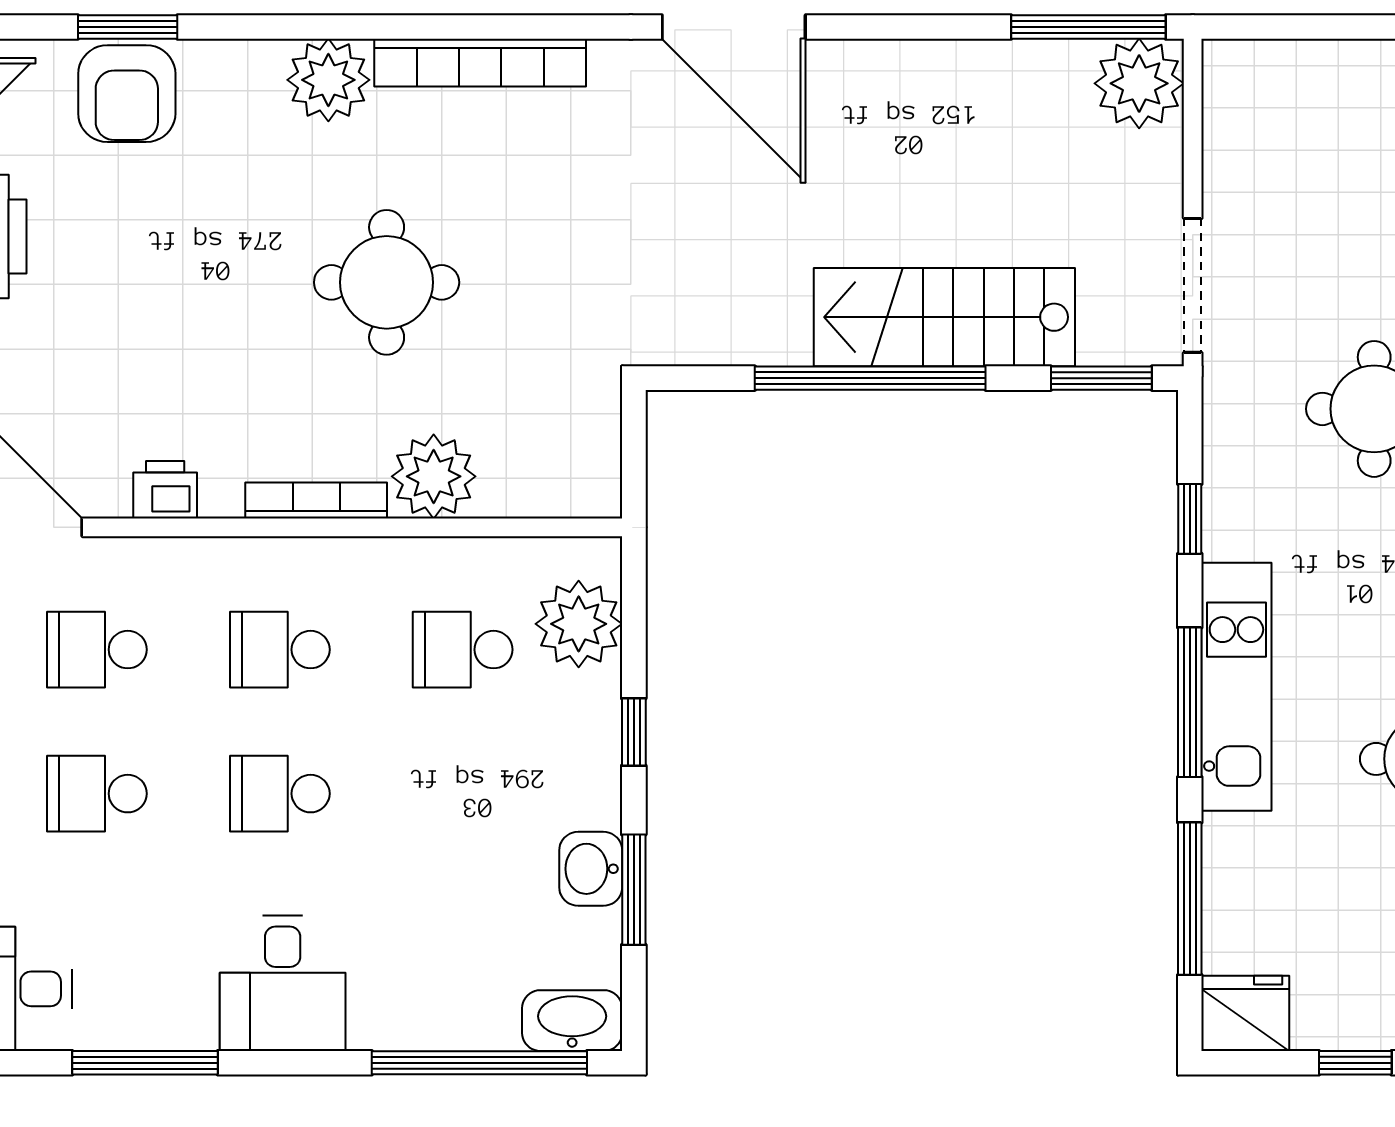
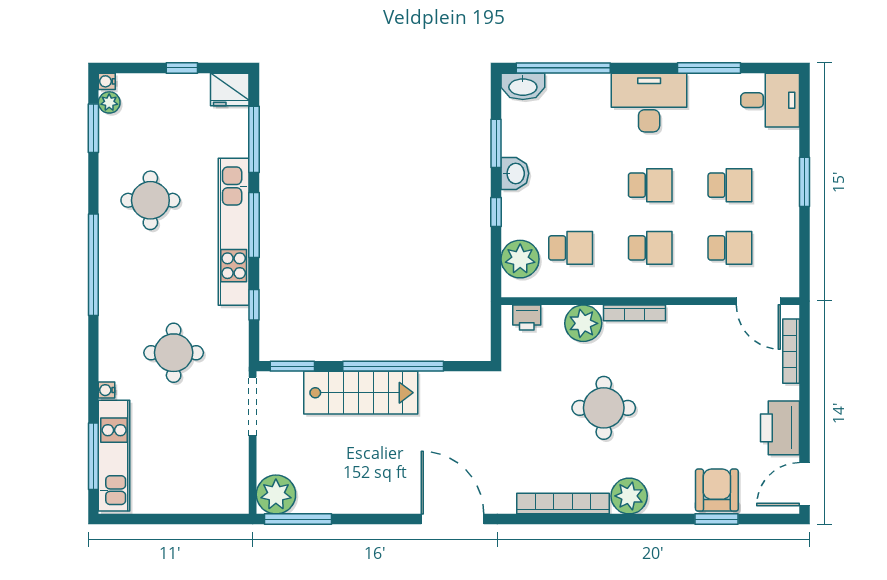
printer: (165, 490) -> (527, 318), moved
kitchen unit: (1236, 687) -> (234, 232), width x1.36
washbasin: (591, 869) -> (515, 173), moved
desk: (283, 983) -> (649, 103), width x1.37

